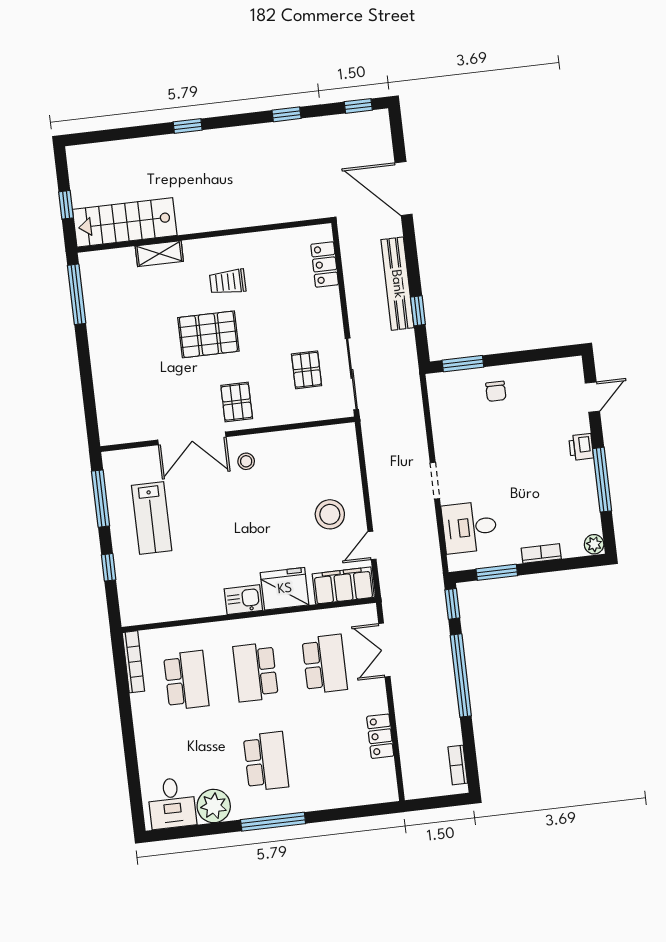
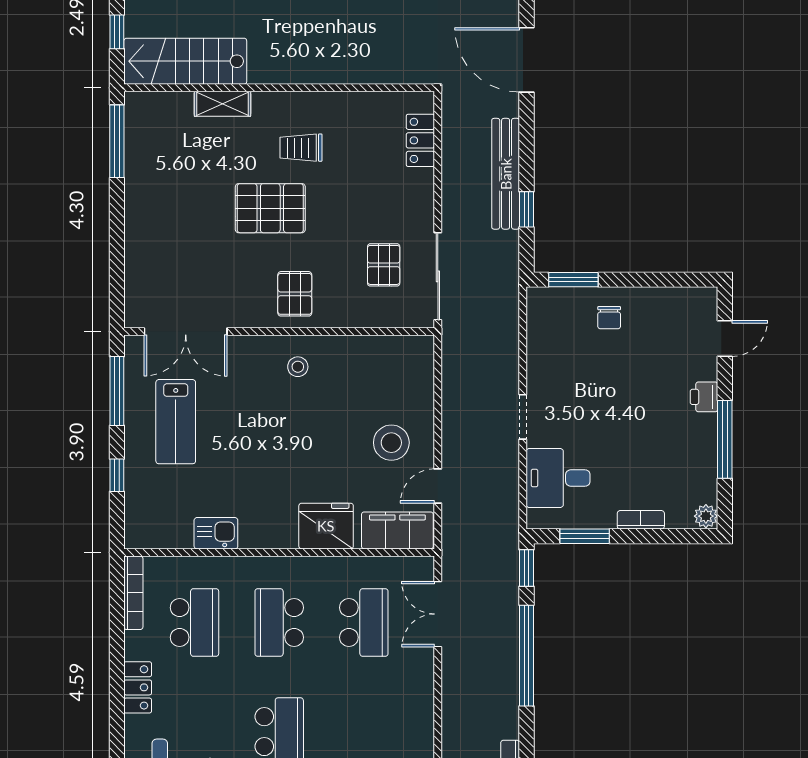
double door: (192, 438) -> (186, 331), moved
kitchen sink: (243, 600) -> (216, 533), moved
locker: (380, 736) -> (138, 687), moved, turned 180

